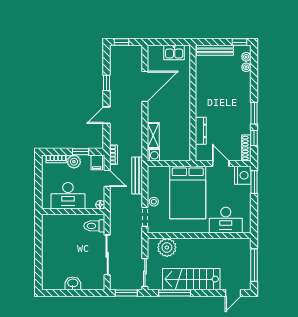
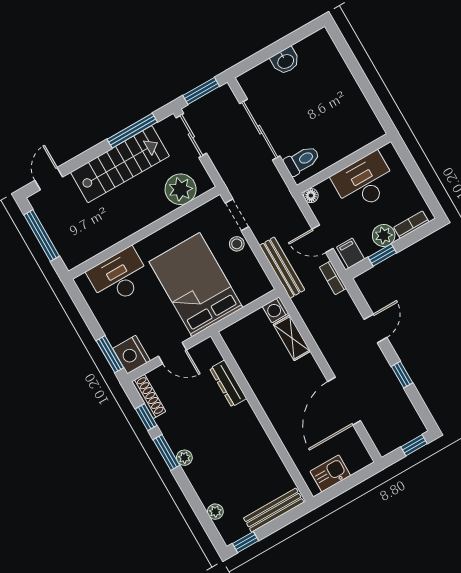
plant: (246, 57) -> (184, 458), moved

